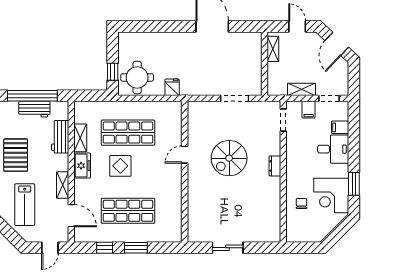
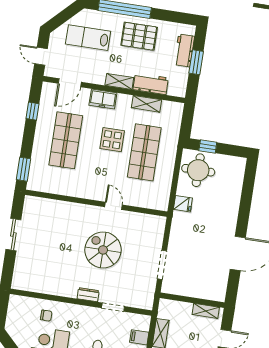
window: (32, 96) -> (196, 62), width x0.47
workbench: (34, 109) -> (184, 50), moved
doorway: (283, 120) -> (113, 307), moved
freezer: (82, 166) -> (103, 99), moved
shelving: (63, 185) -> (119, 81), moved
window: (136, 248) -> (23, 169), moved

